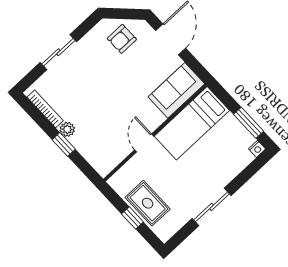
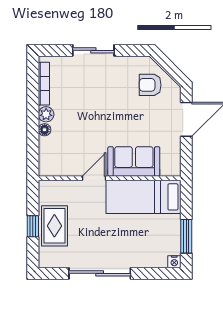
sofa: (176, 90) -> (134, 162), moved
floor lamp: (76, 141) -> (45, 130), added
window: (64, 144) -> (33, 123), removed
sliding door: (212, 207) -> (100, 273), width x1.37

